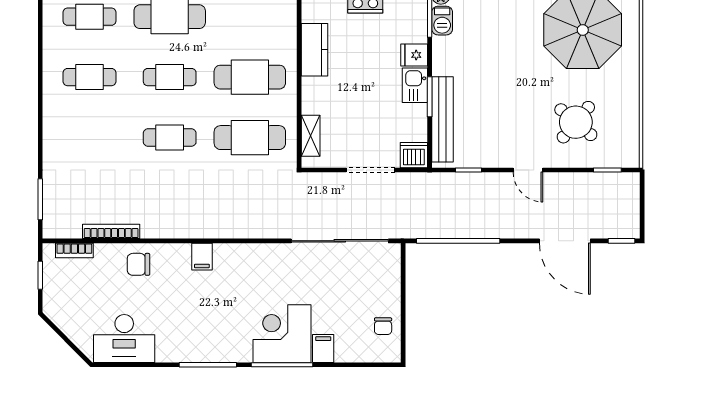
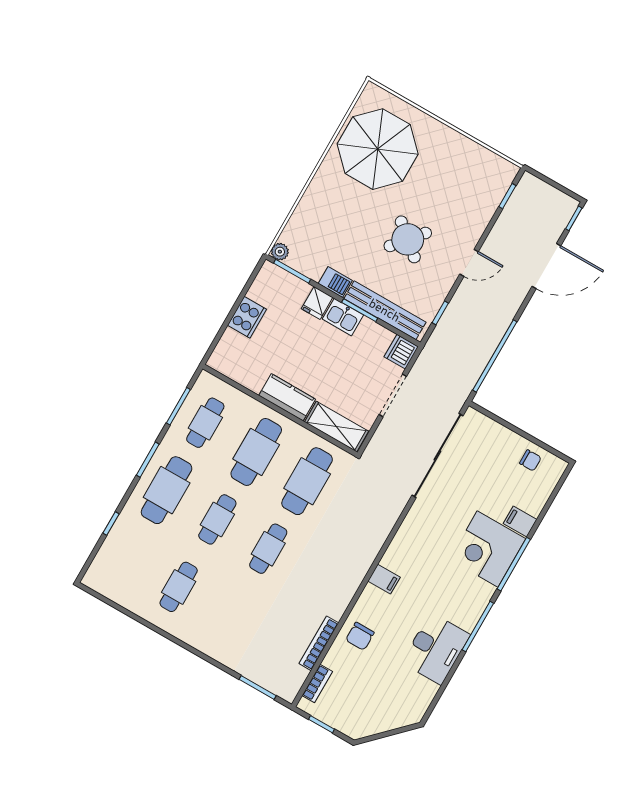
cafe table: (90, 17) -> (205, 423), moved
barbecue: (442, 21) -> (335, 282), moved
kitchen counter: (314, 50) -> (287, 397), moved
round table: (576, 122) -> (408, 239), moved
shelving: (311, 136) -> (336, 427), width x1.50, depth x1.33
desk: (124, 338) -> (436, 649), moved

